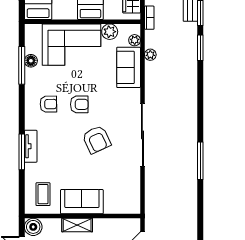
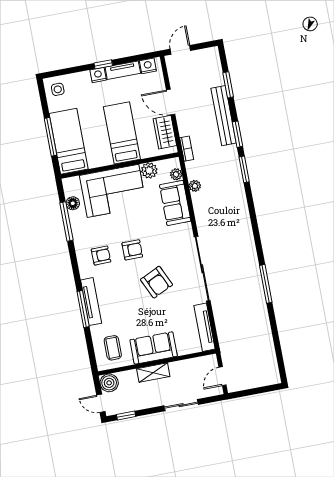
floor lamp: (31, 61) -> (73, 203), moved
tv unit: (31, 146) -> (91, 302), width x1.41
tv unit: (134, 191) -> (205, 327), added

